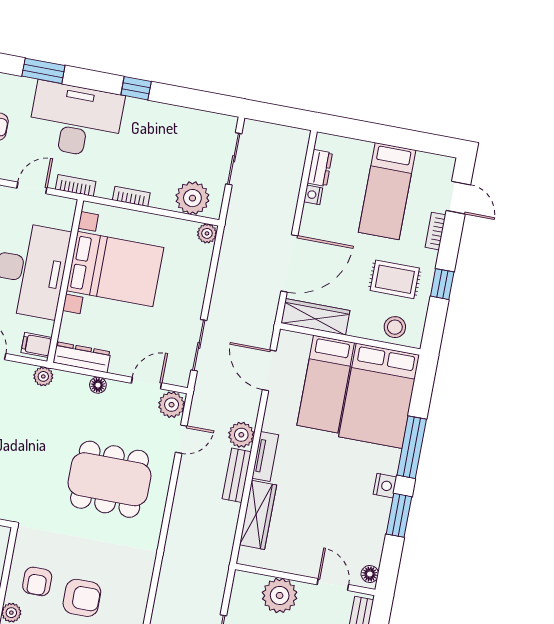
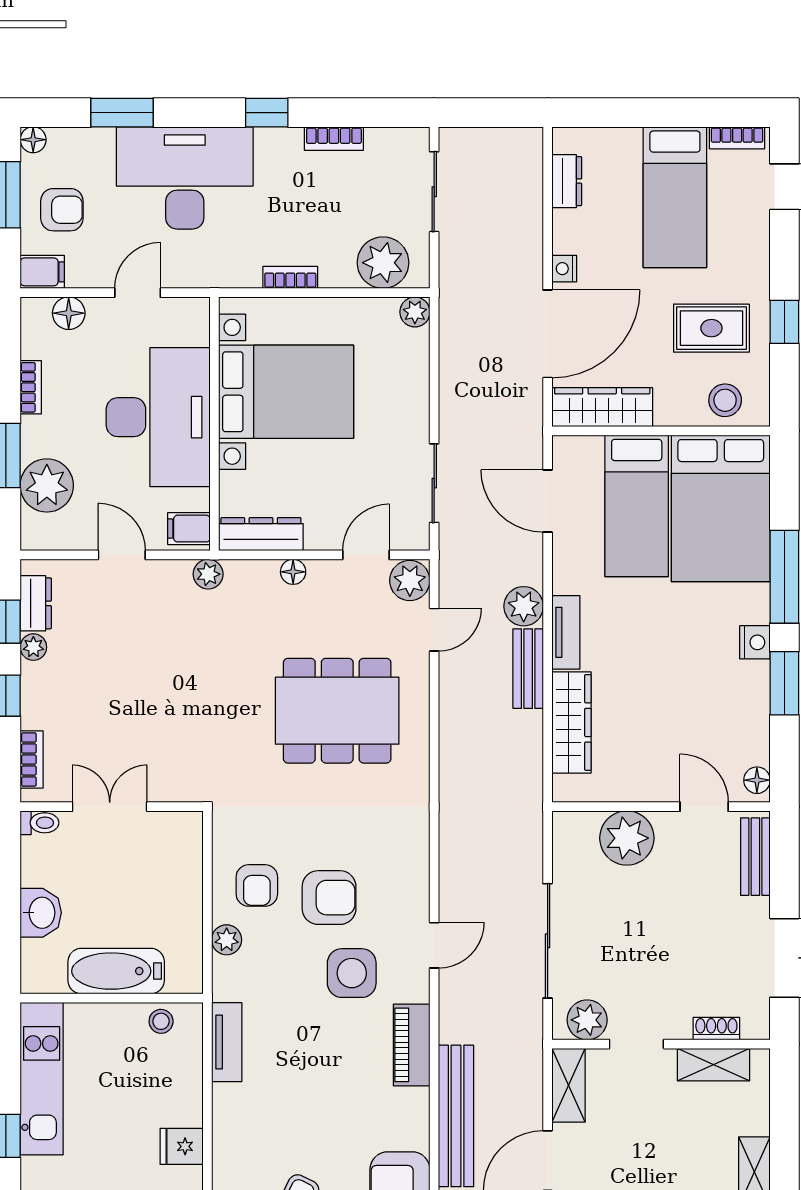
bookcase: (76, 185) -> (334, 139), moved, turned 180
nightstand: (313, 195) -> (564, 269), moved
bookcase: (435, 231) -> (737, 138), moved, turned -90

